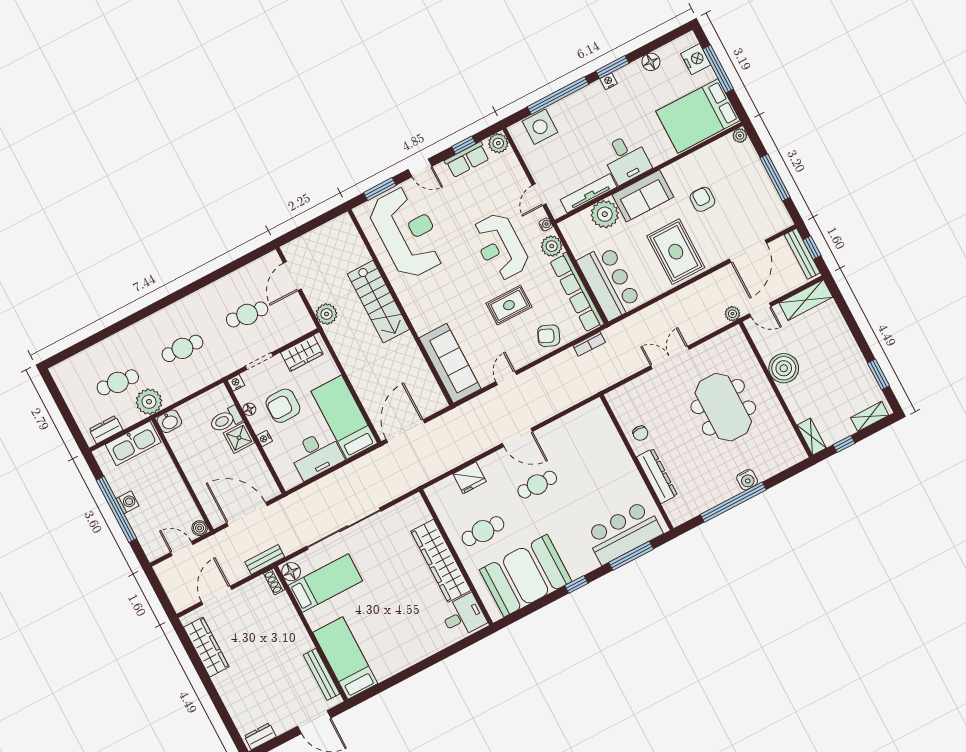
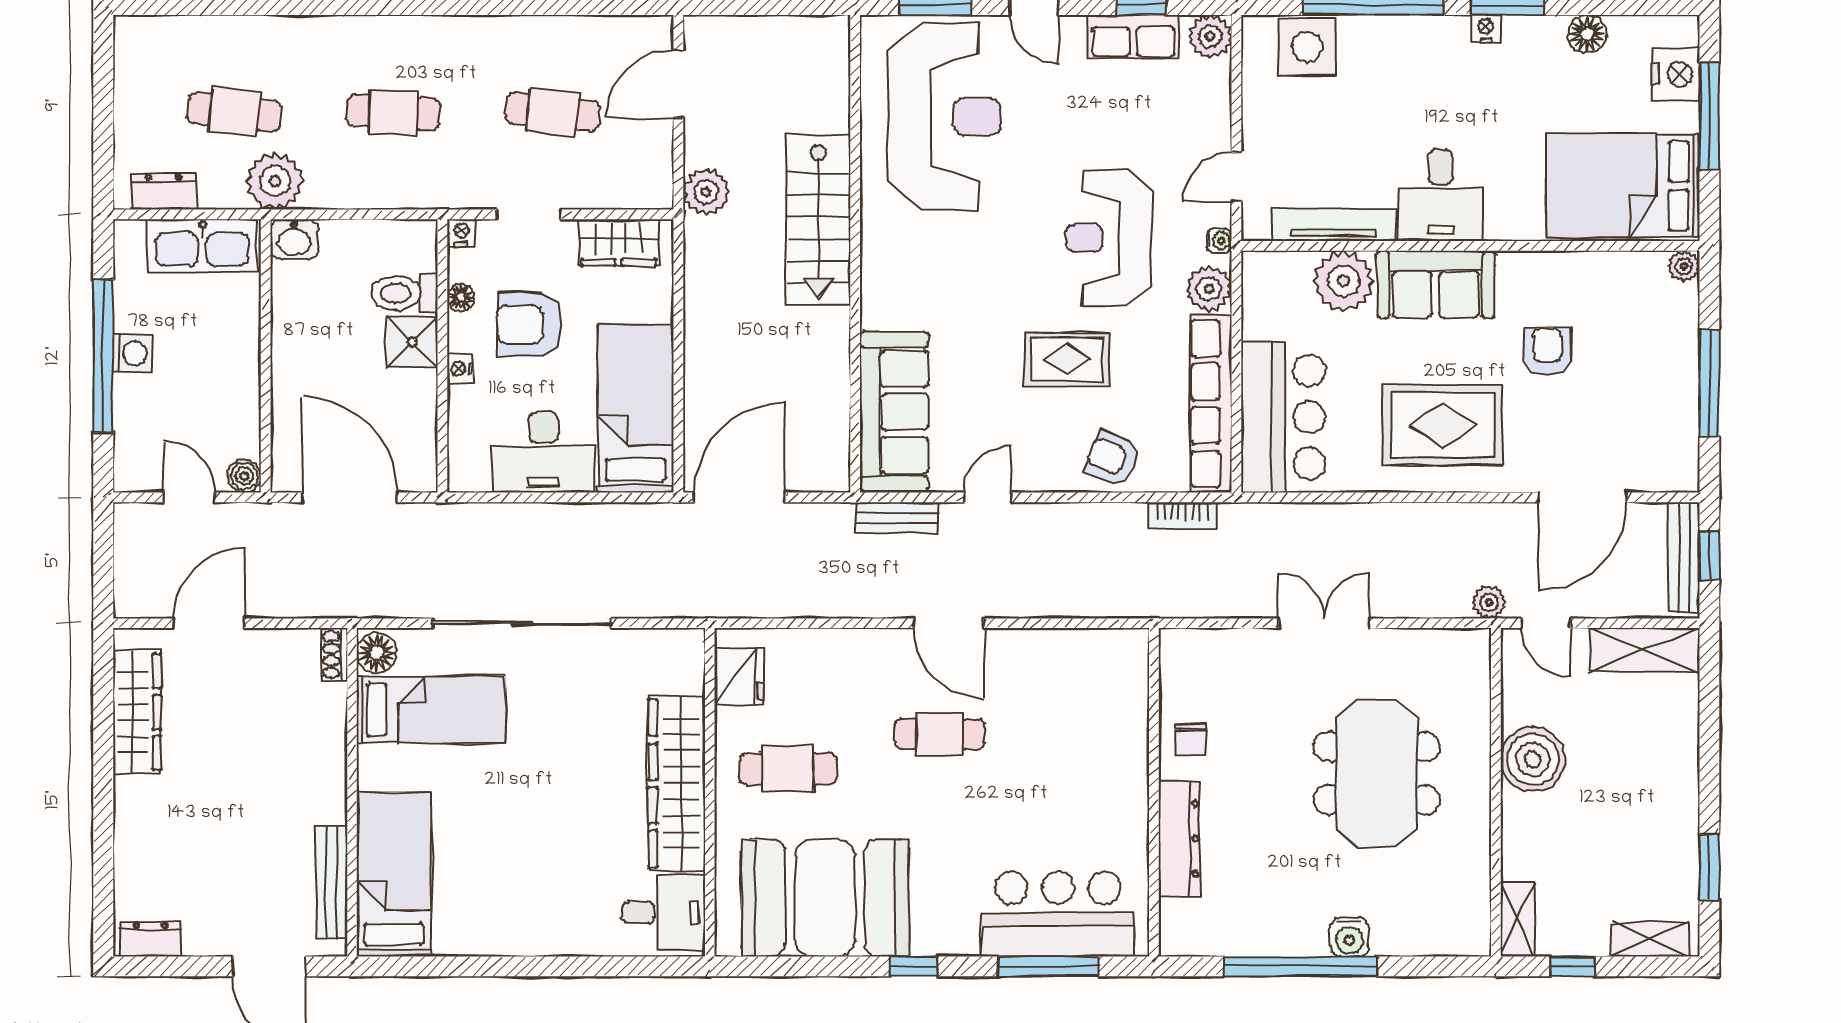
rug: (676, 252) -> (1443, 425), turned 90
fridge: (470, 478) -> (739, 677), moved, turned -90
bench: (265, 560) -> (897, 518), moved

